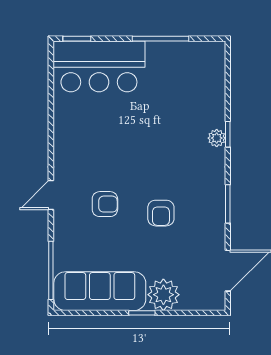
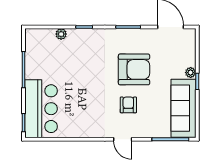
plant: (217, 138) -> (61, 34), moved
armchair: (161, 213) -> (134, 69), width x1.88, depth x1.88
plant: (163, 295) -> (191, 73), width x0.53, depth x0.53

